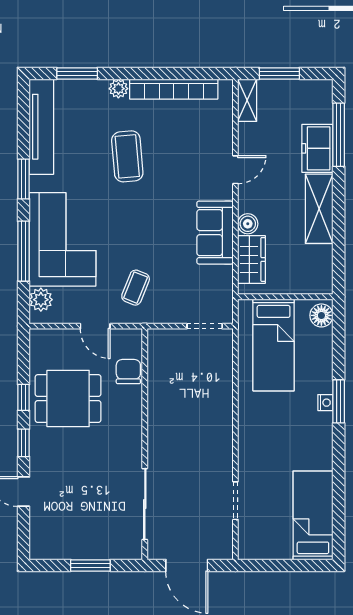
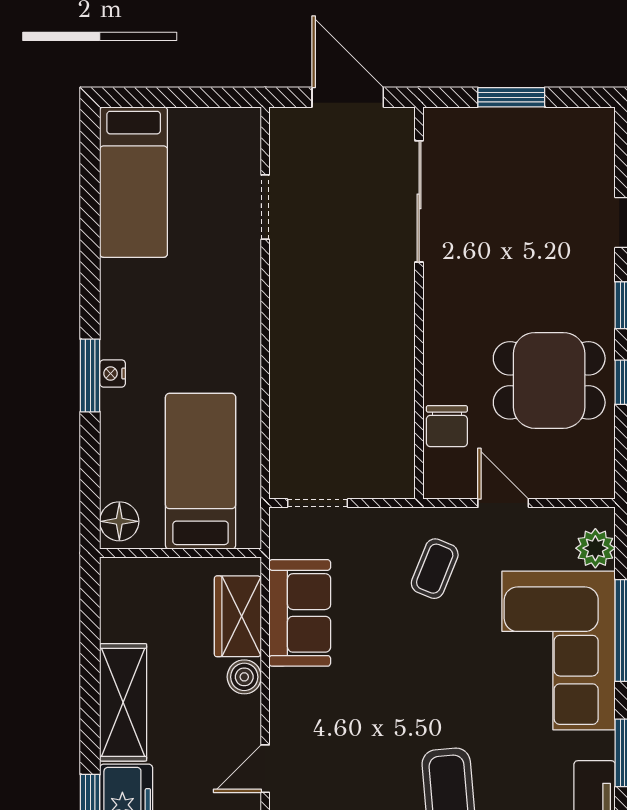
sofa: (215, 233) -> (300, 613), moved

